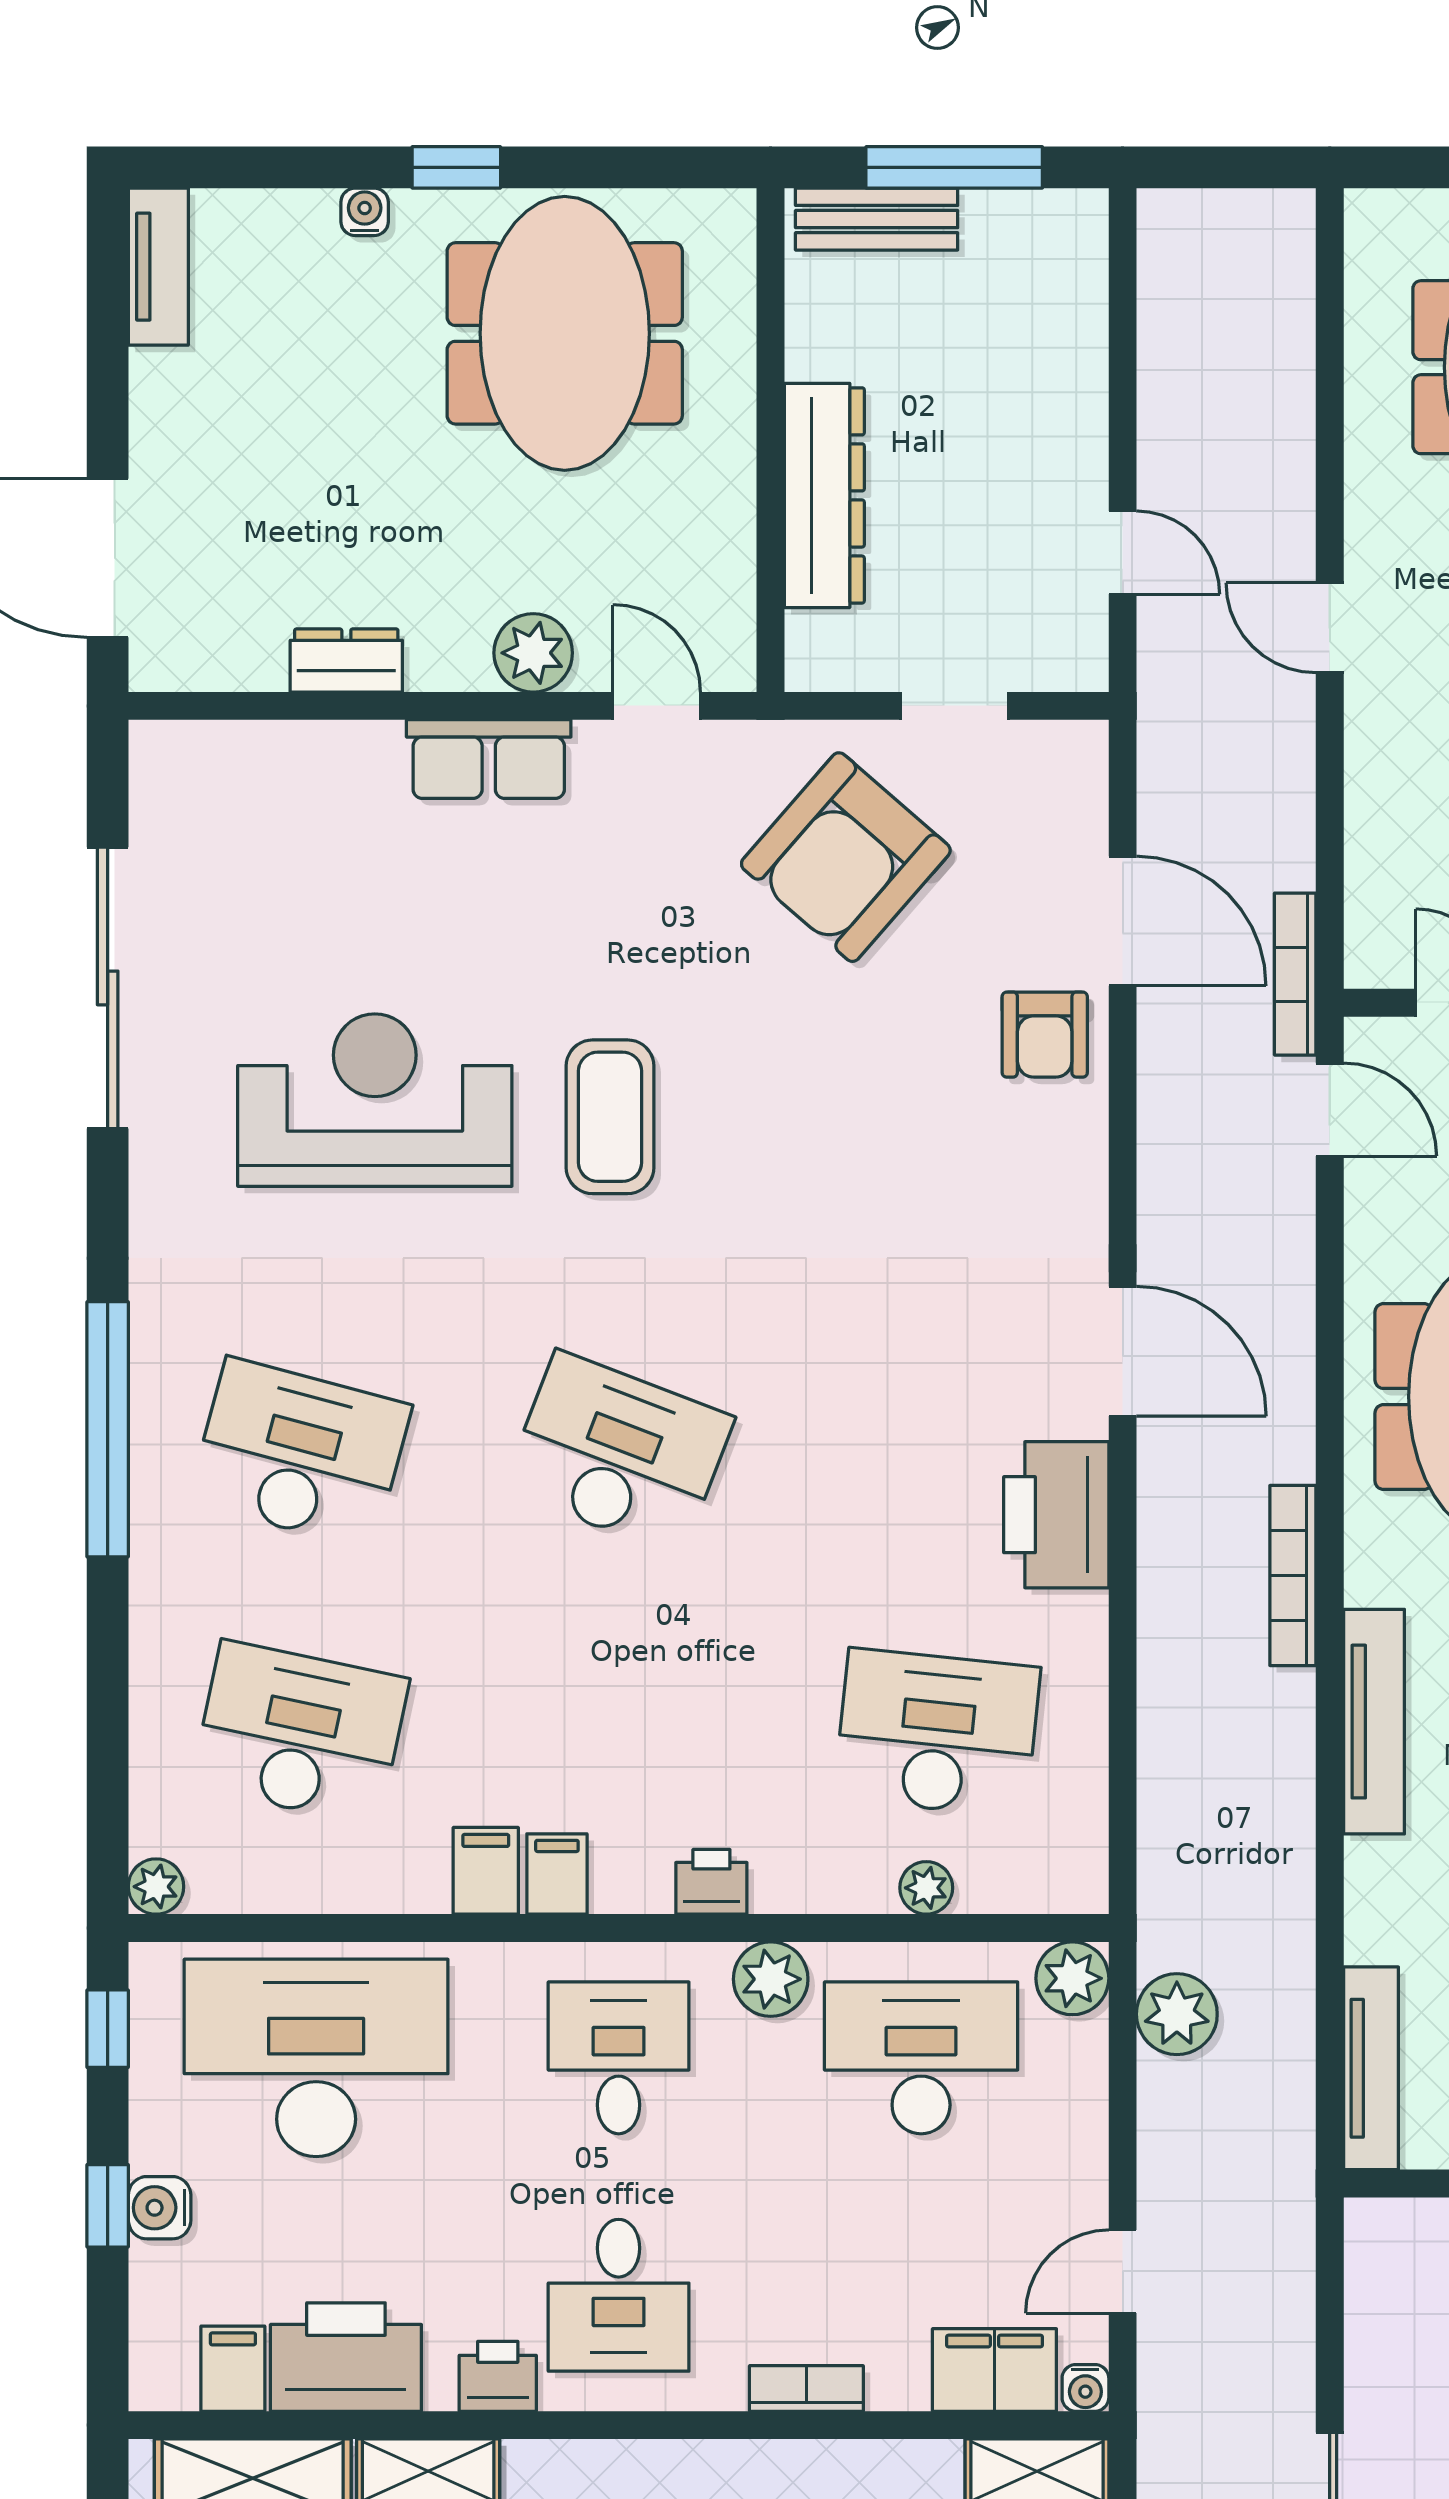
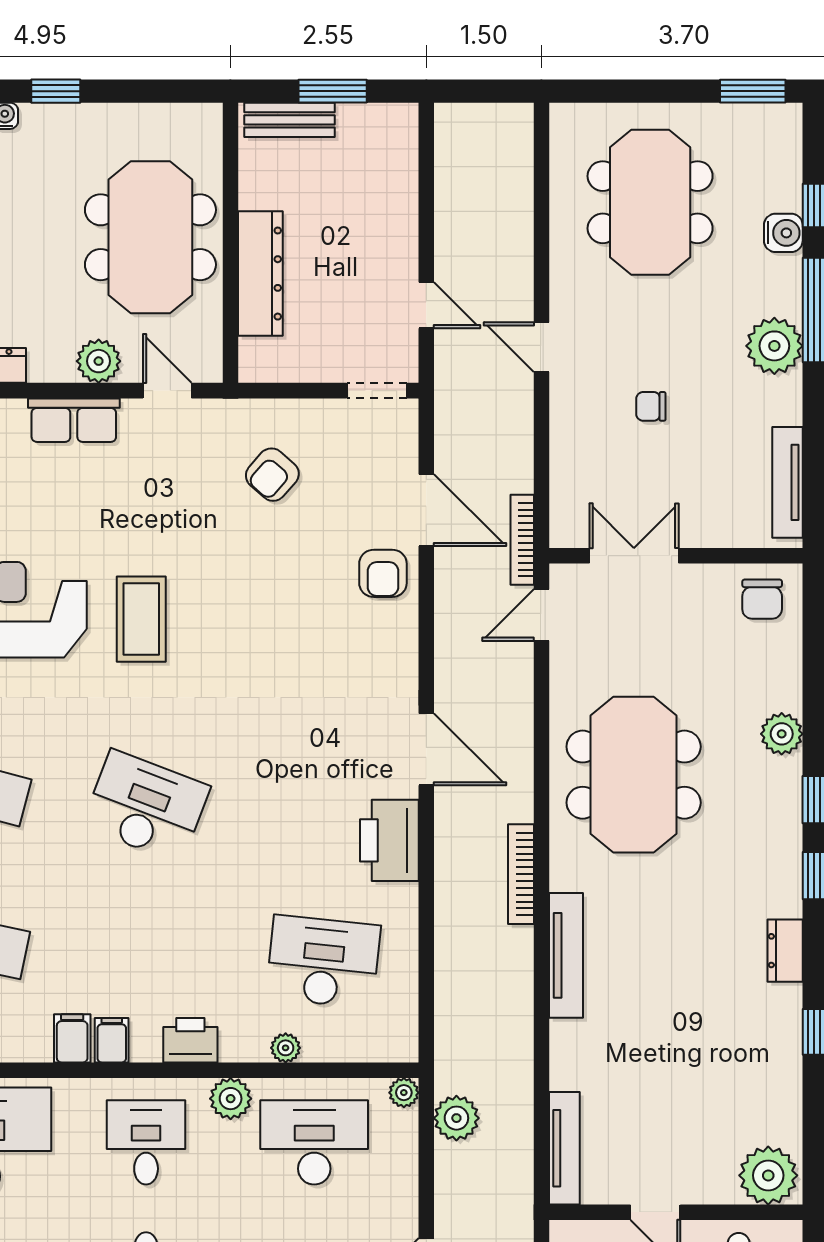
window: (954, 167) -> (333, 91), width x0.69
meeting table: (565, 333) -> (150, 237), moved
doorway: (955, 706) -> (377, 391), moved
armchair: (846, 857) -> (272, 475), width x0.53, depth x0.53
door: (1330, 1110) -> (541, 615), swing flipped
printer: (711, 1882) -> (190, 1040), width x1.36, depth x1.24
plant: (926, 1888) -> (286, 1048), moved
plant: (1072, 1978) -> (404, 1093), width x0.73, depth x0.73

